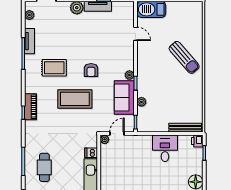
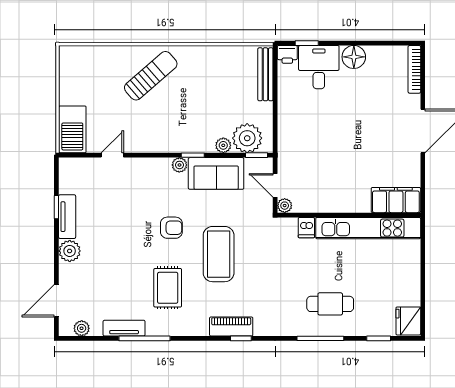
plant: (146, 116) -> (247, 138), added
desk: (165, 148) -> (319, 67), moved, turned 90

